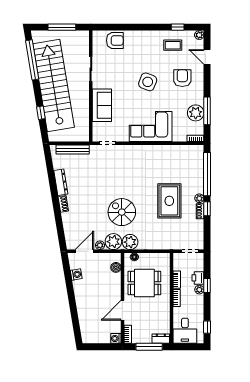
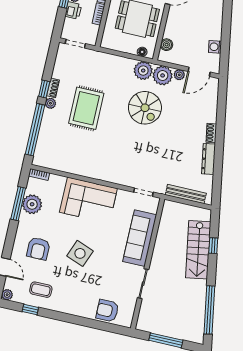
stairs: (54, 86) -> (198, 250), width x0.54, depth x0.66
sofa: (102, 105) -> (140, 238), width x1.36

